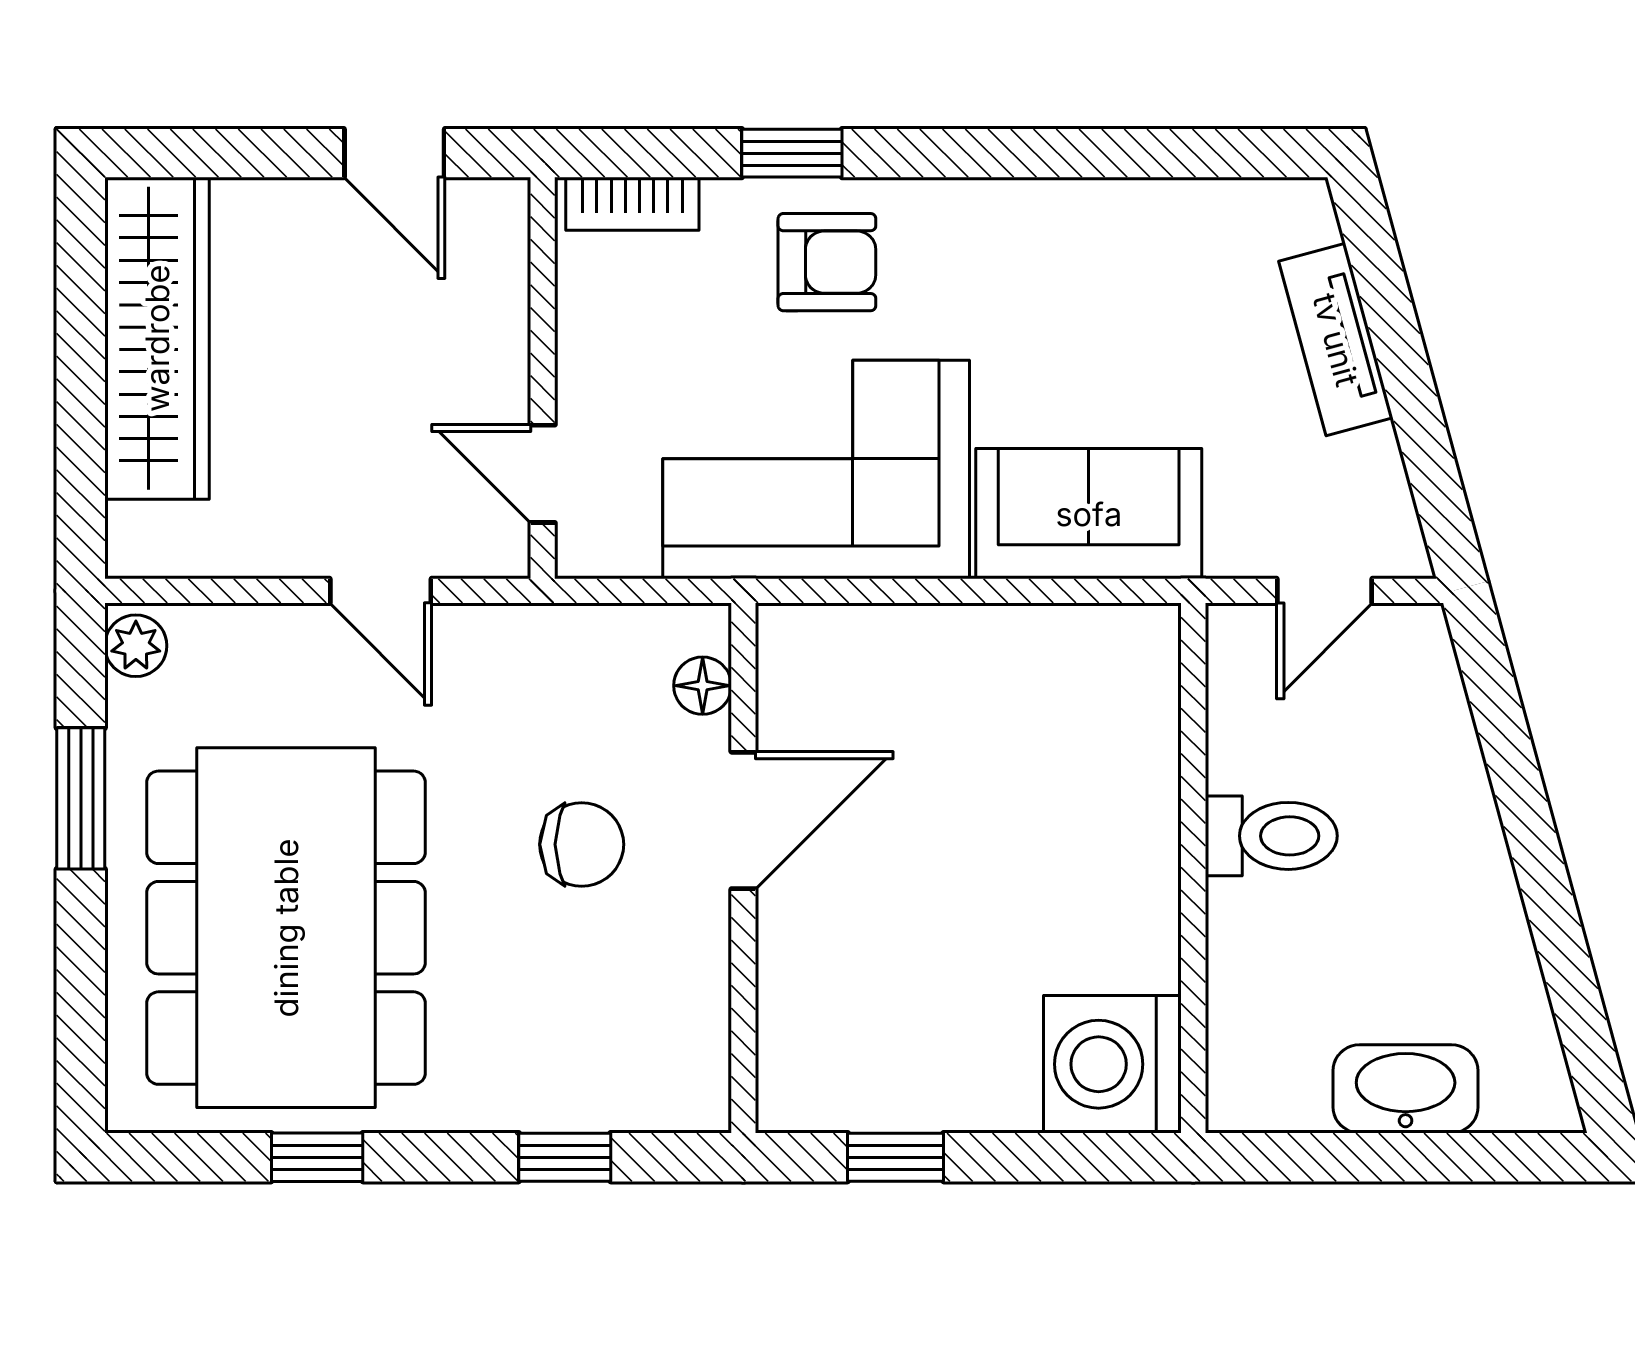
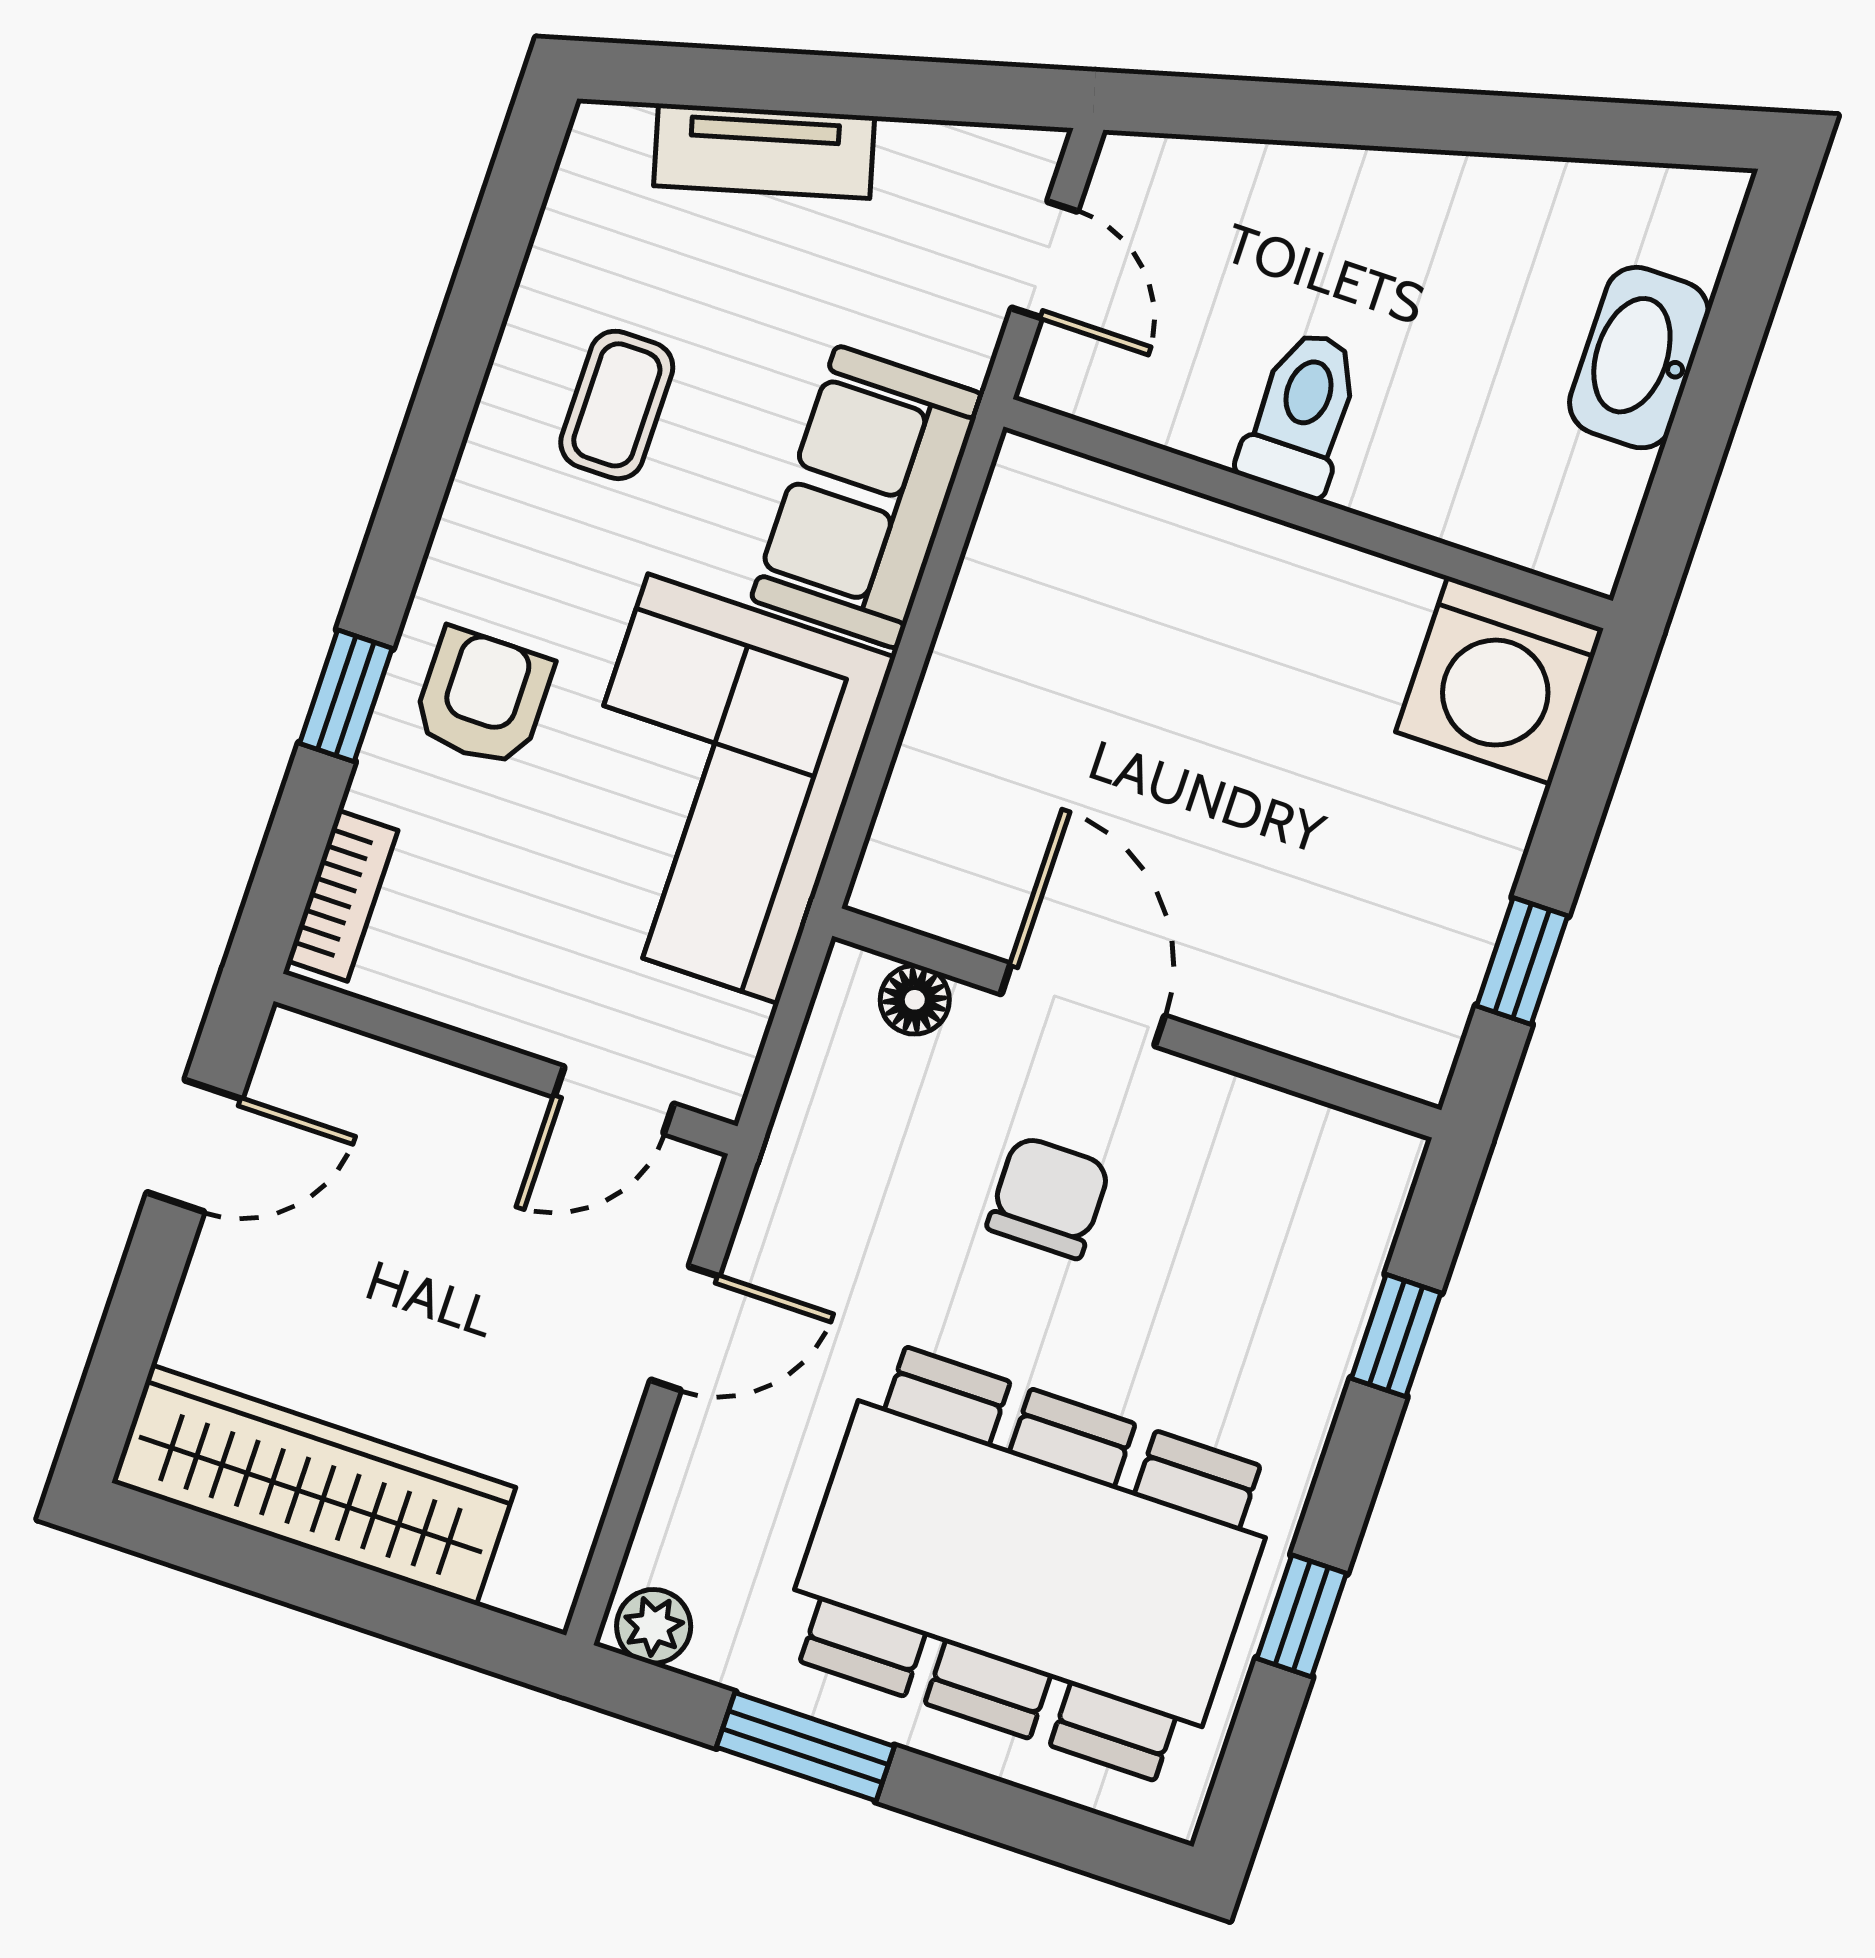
coffee table: (1095, 290) -> (617, 405), added

